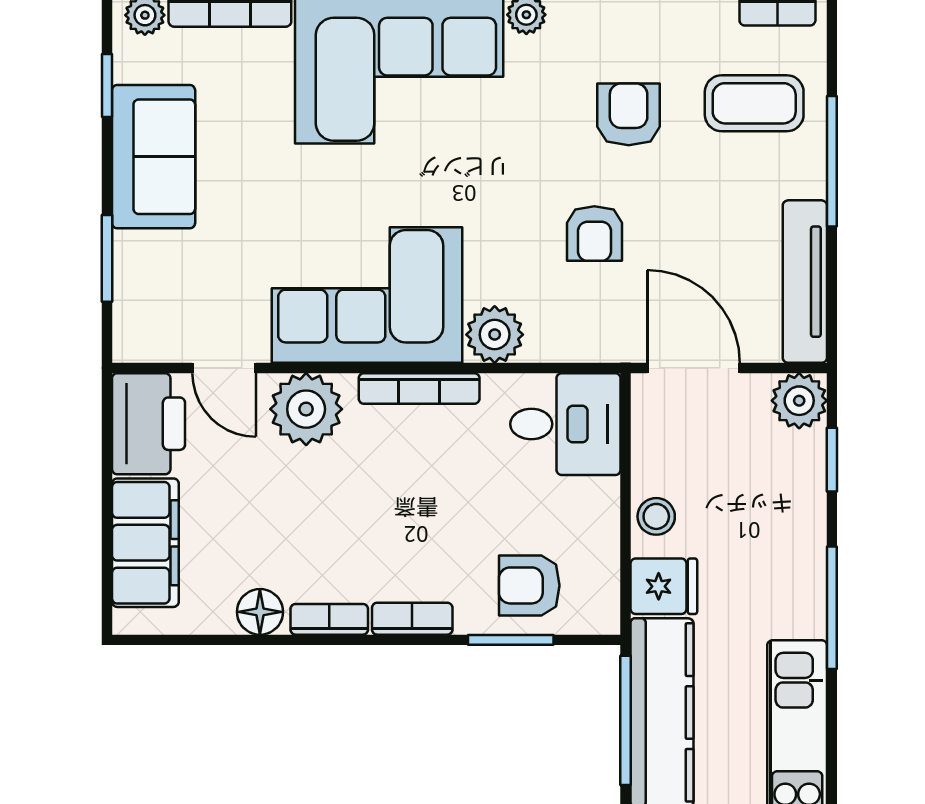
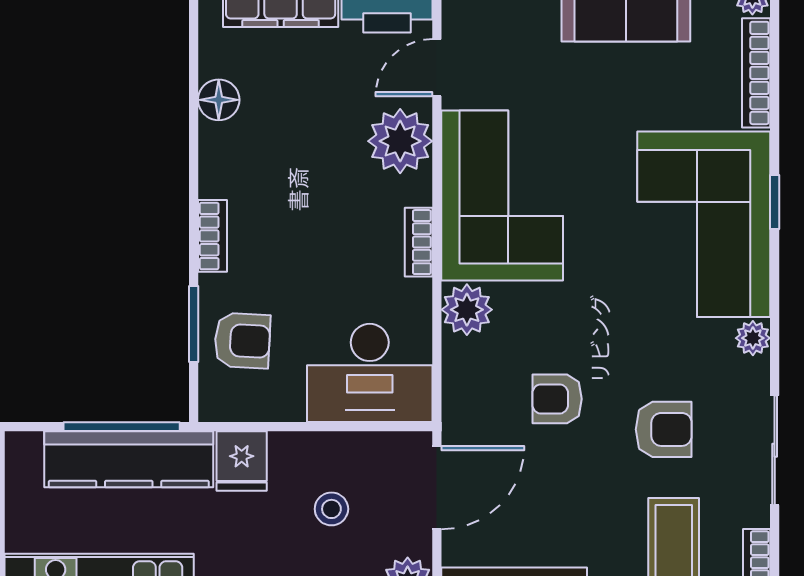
bookcase: (419, 388) -> (419, 242), width x0.64
desk: (565, 424) -> (370, 373), width x1.37
stool: (656, 516) -> (331, 509), moved
armchair: (529, 585) -> (242, 341), turned 93
bookcase: (329, 619) -> (212, 162), removed

